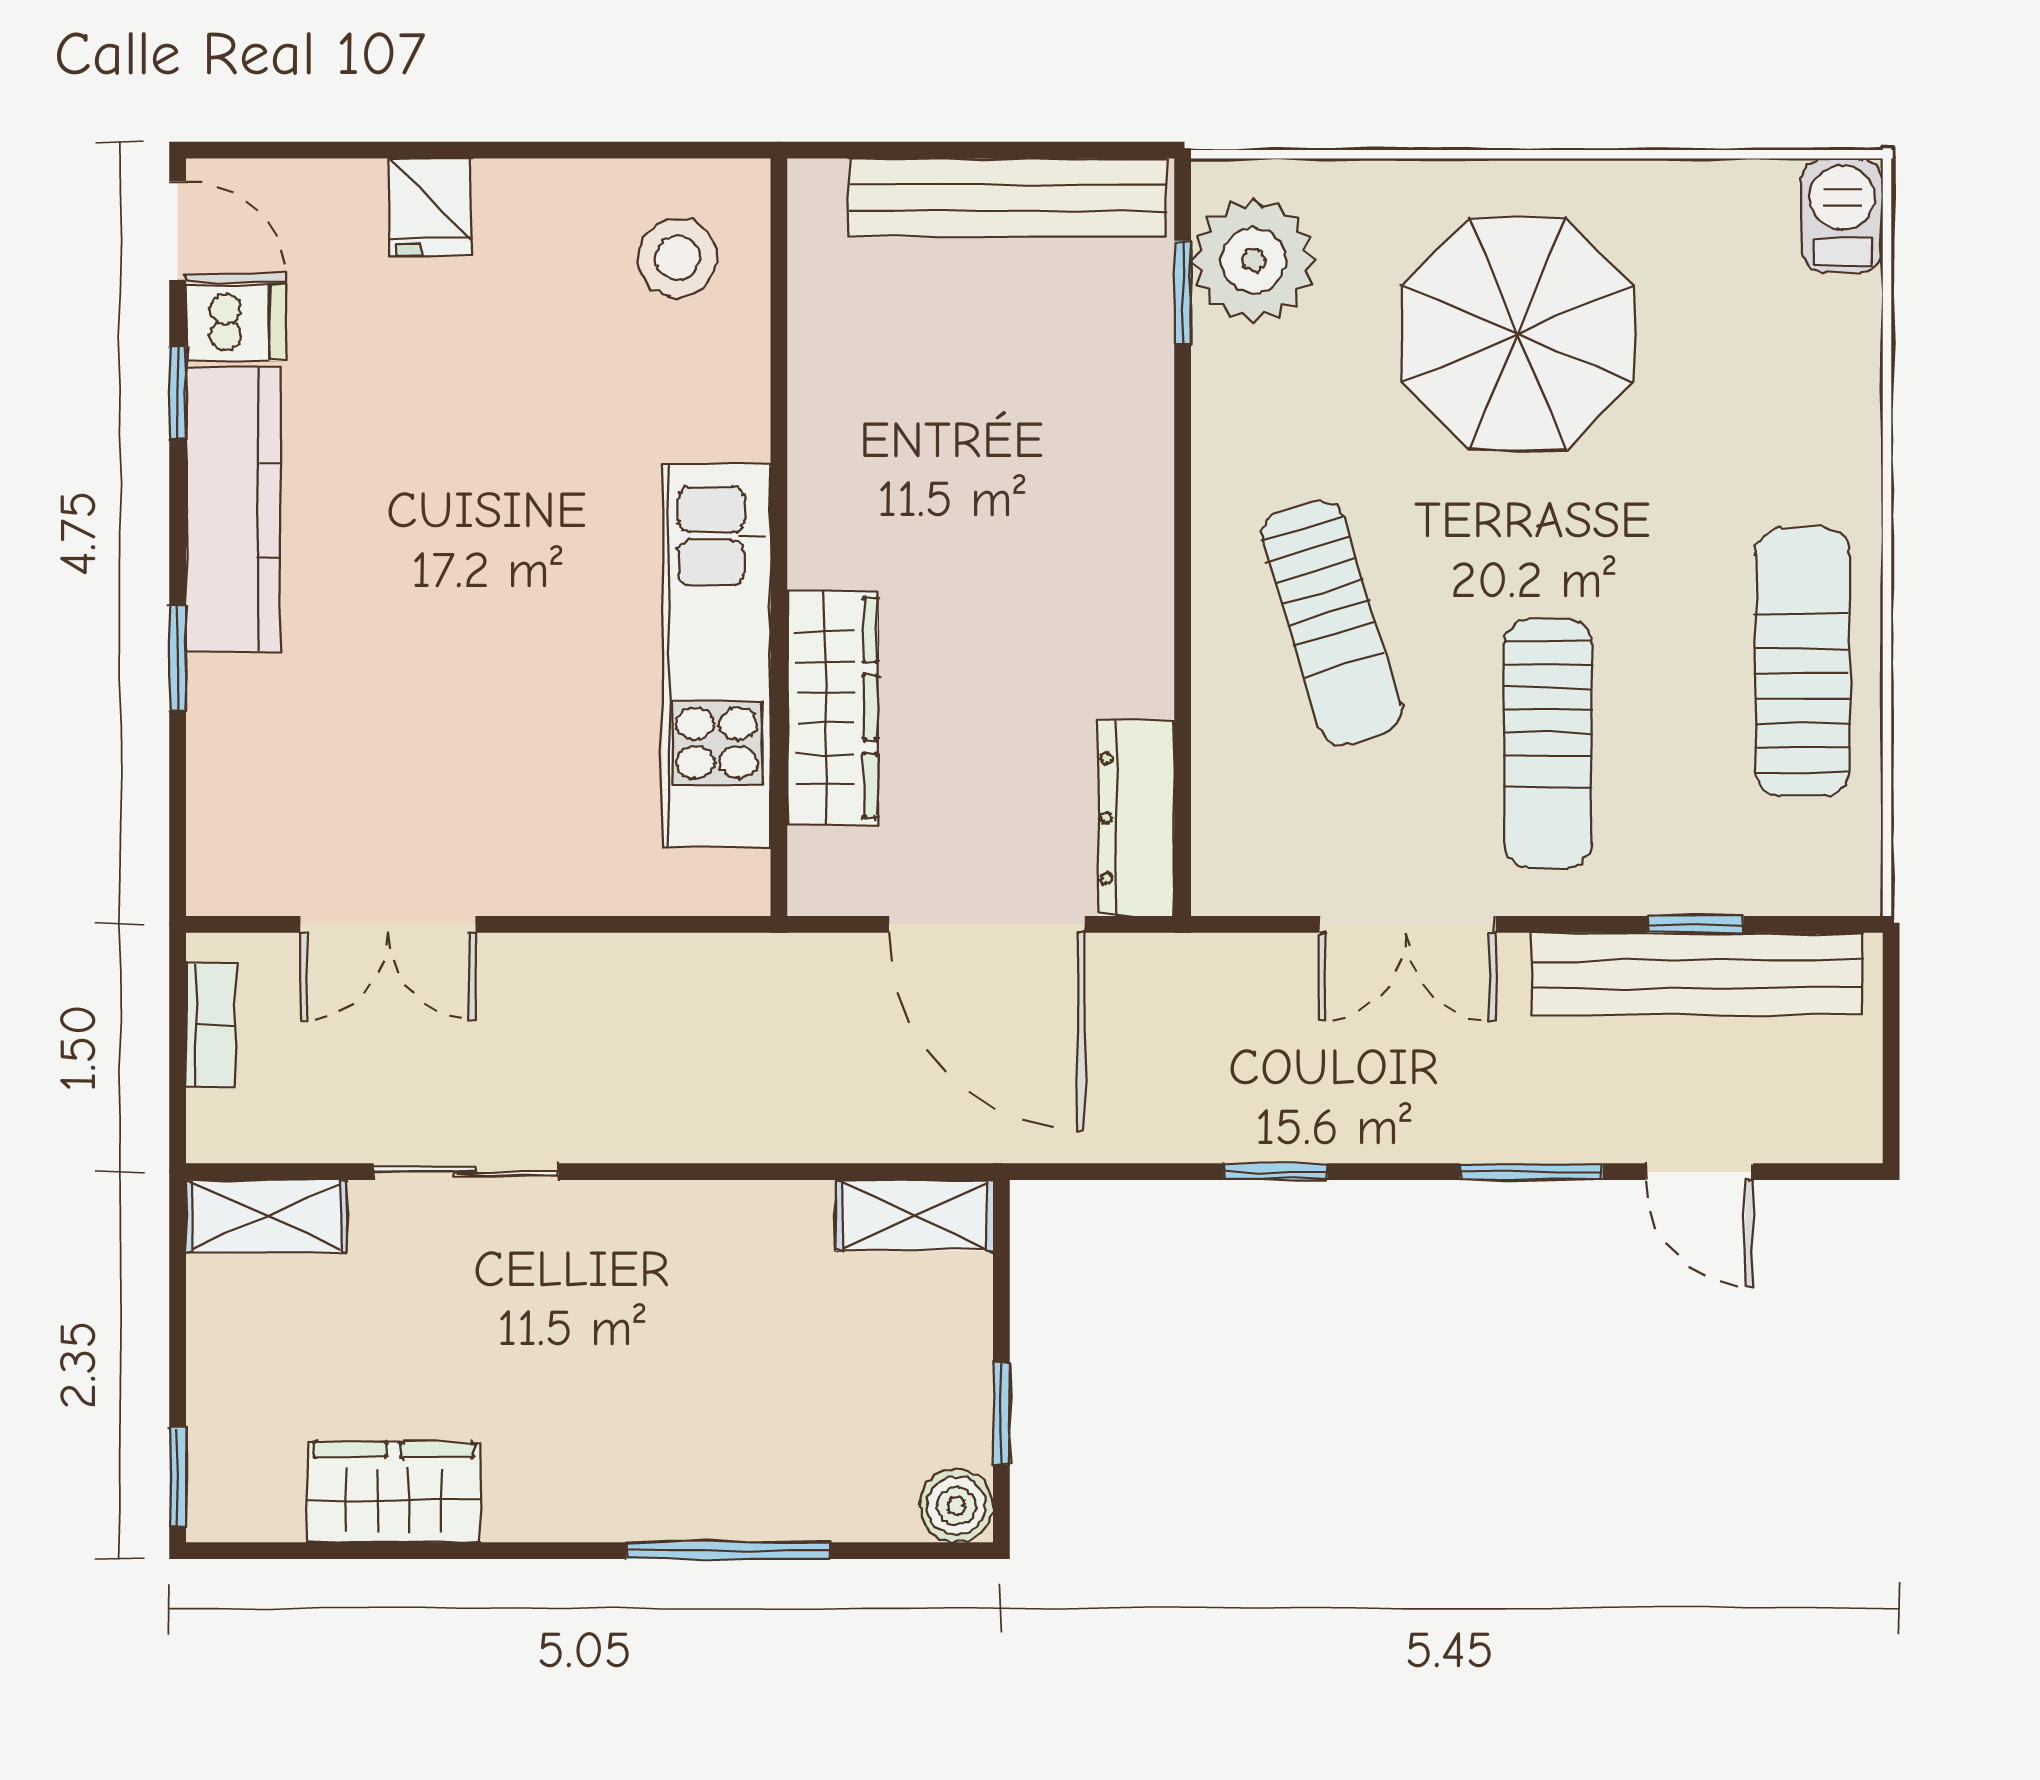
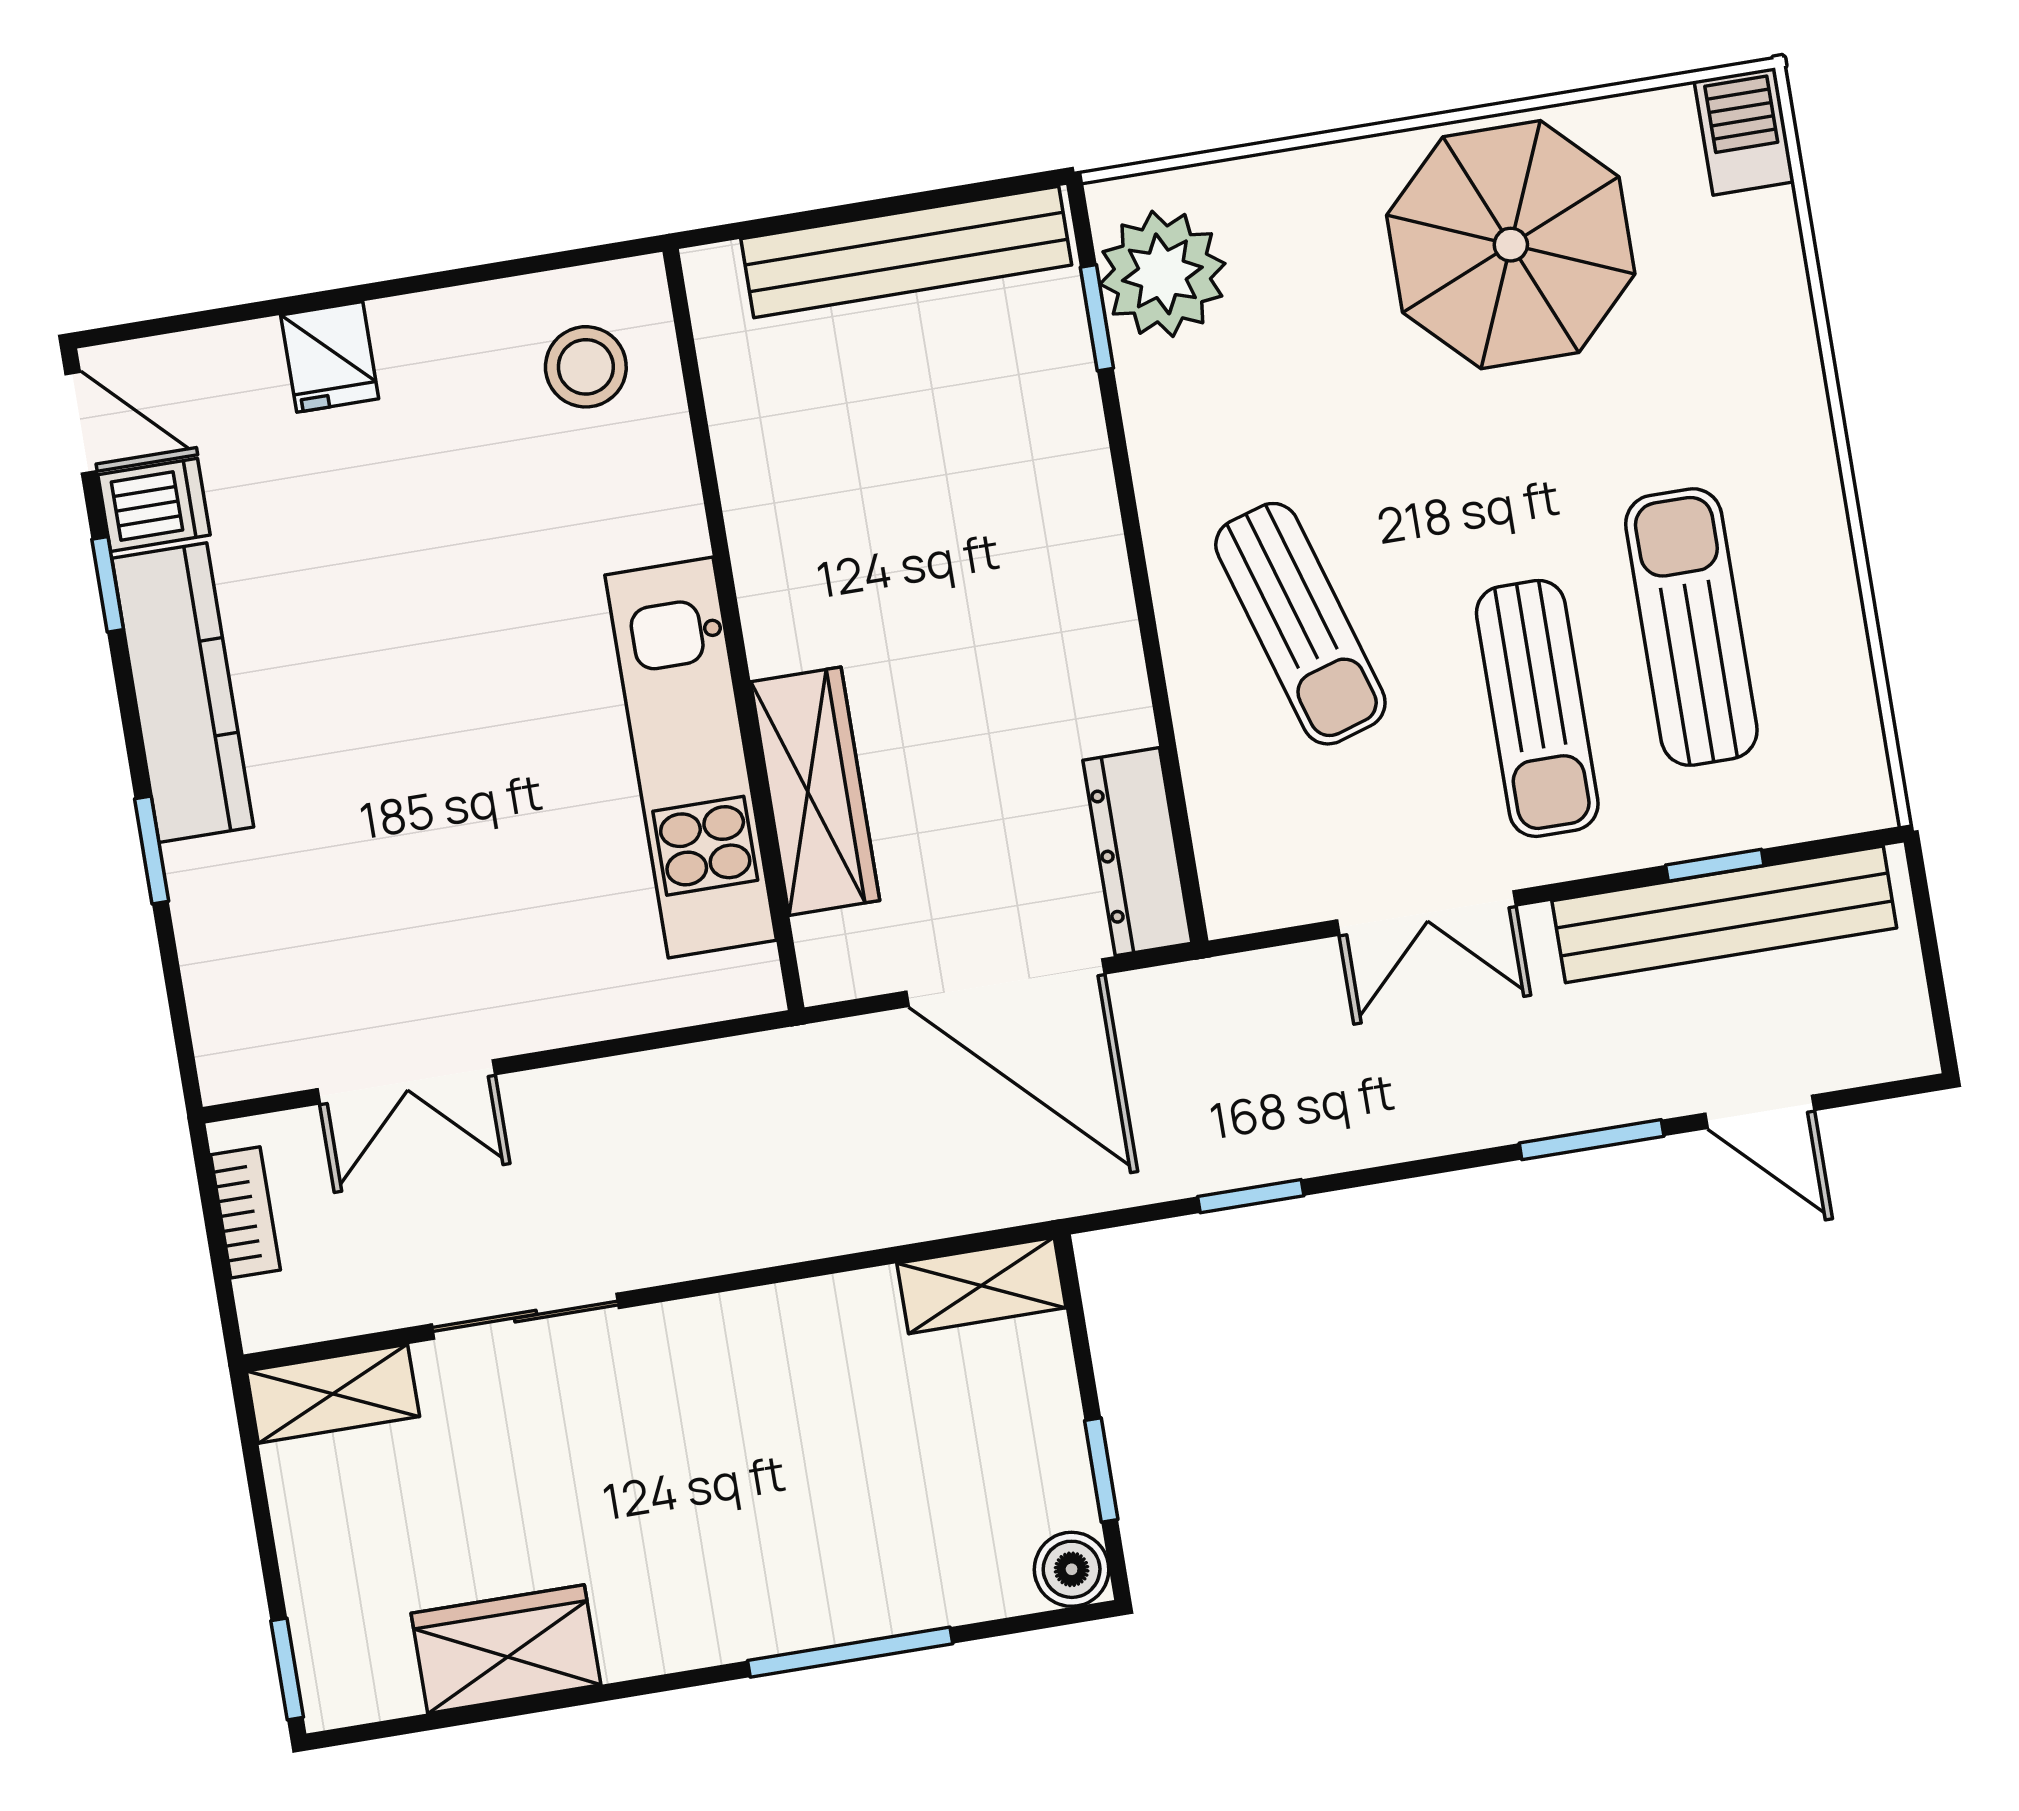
parasol: (1517, 333) -> (1511, 245), moved
sun lounger: (1802, 662) -> (1691, 627), moved
window: (1276, 1172) -> (1251, 1196), moved

